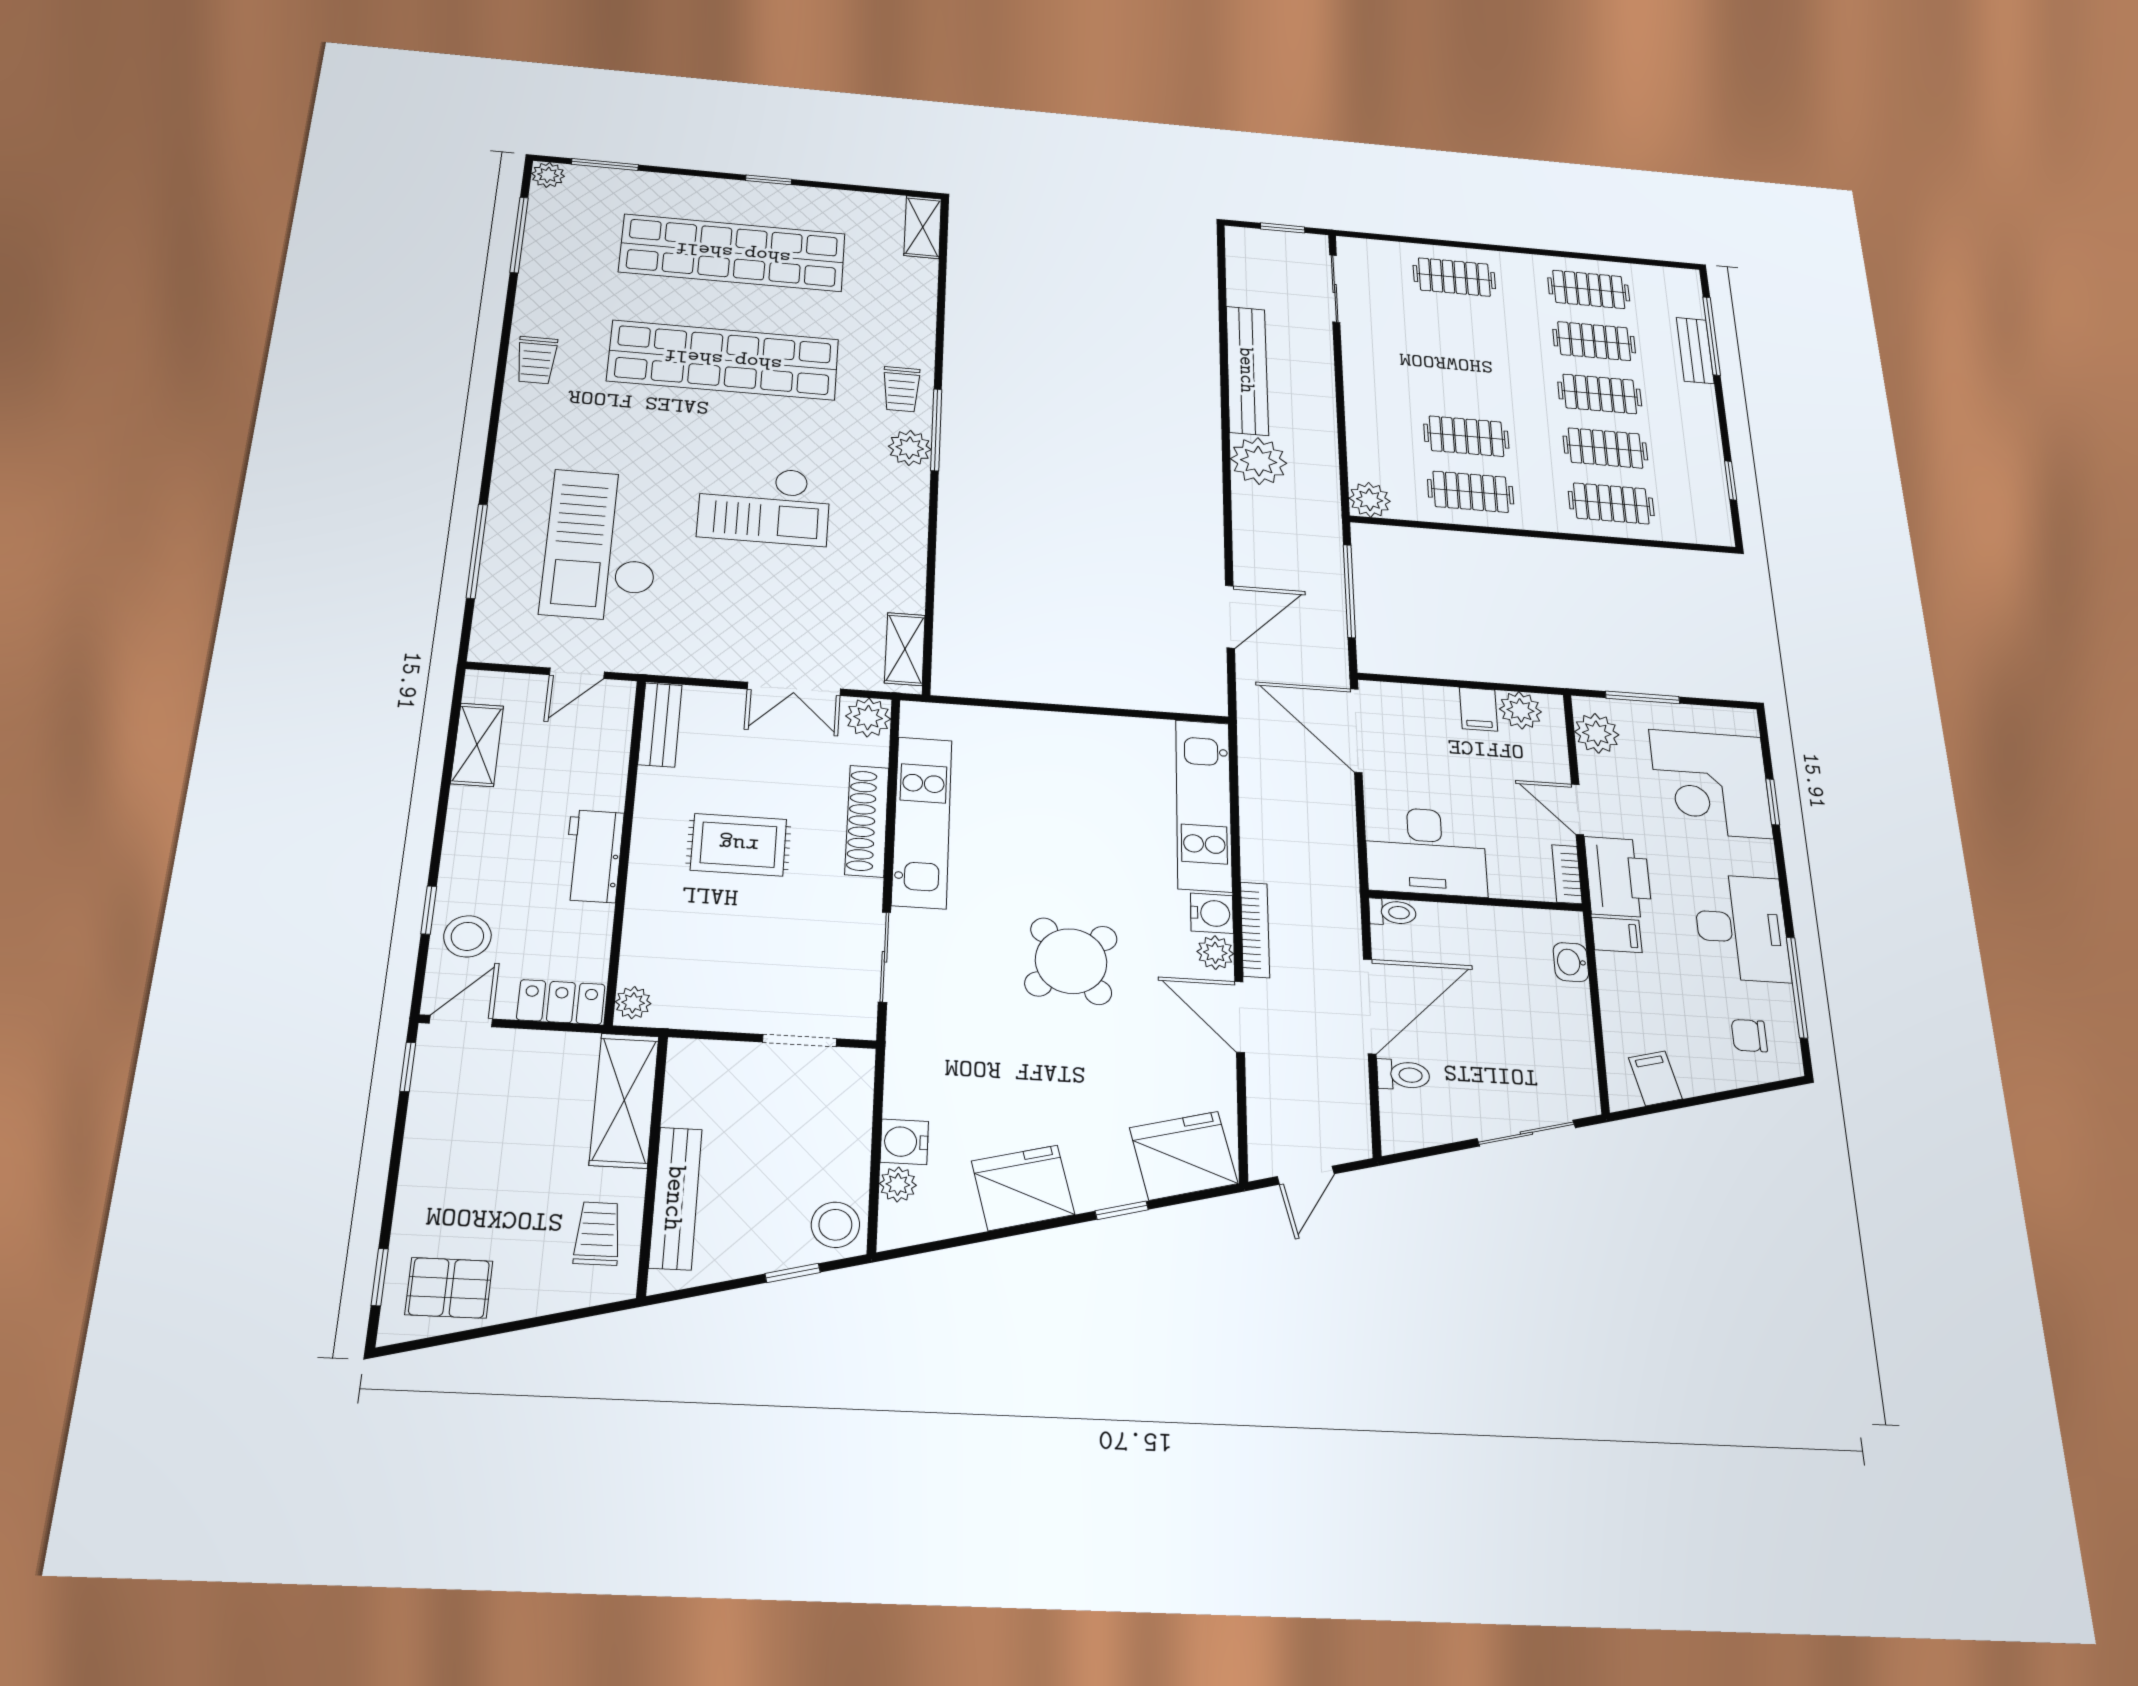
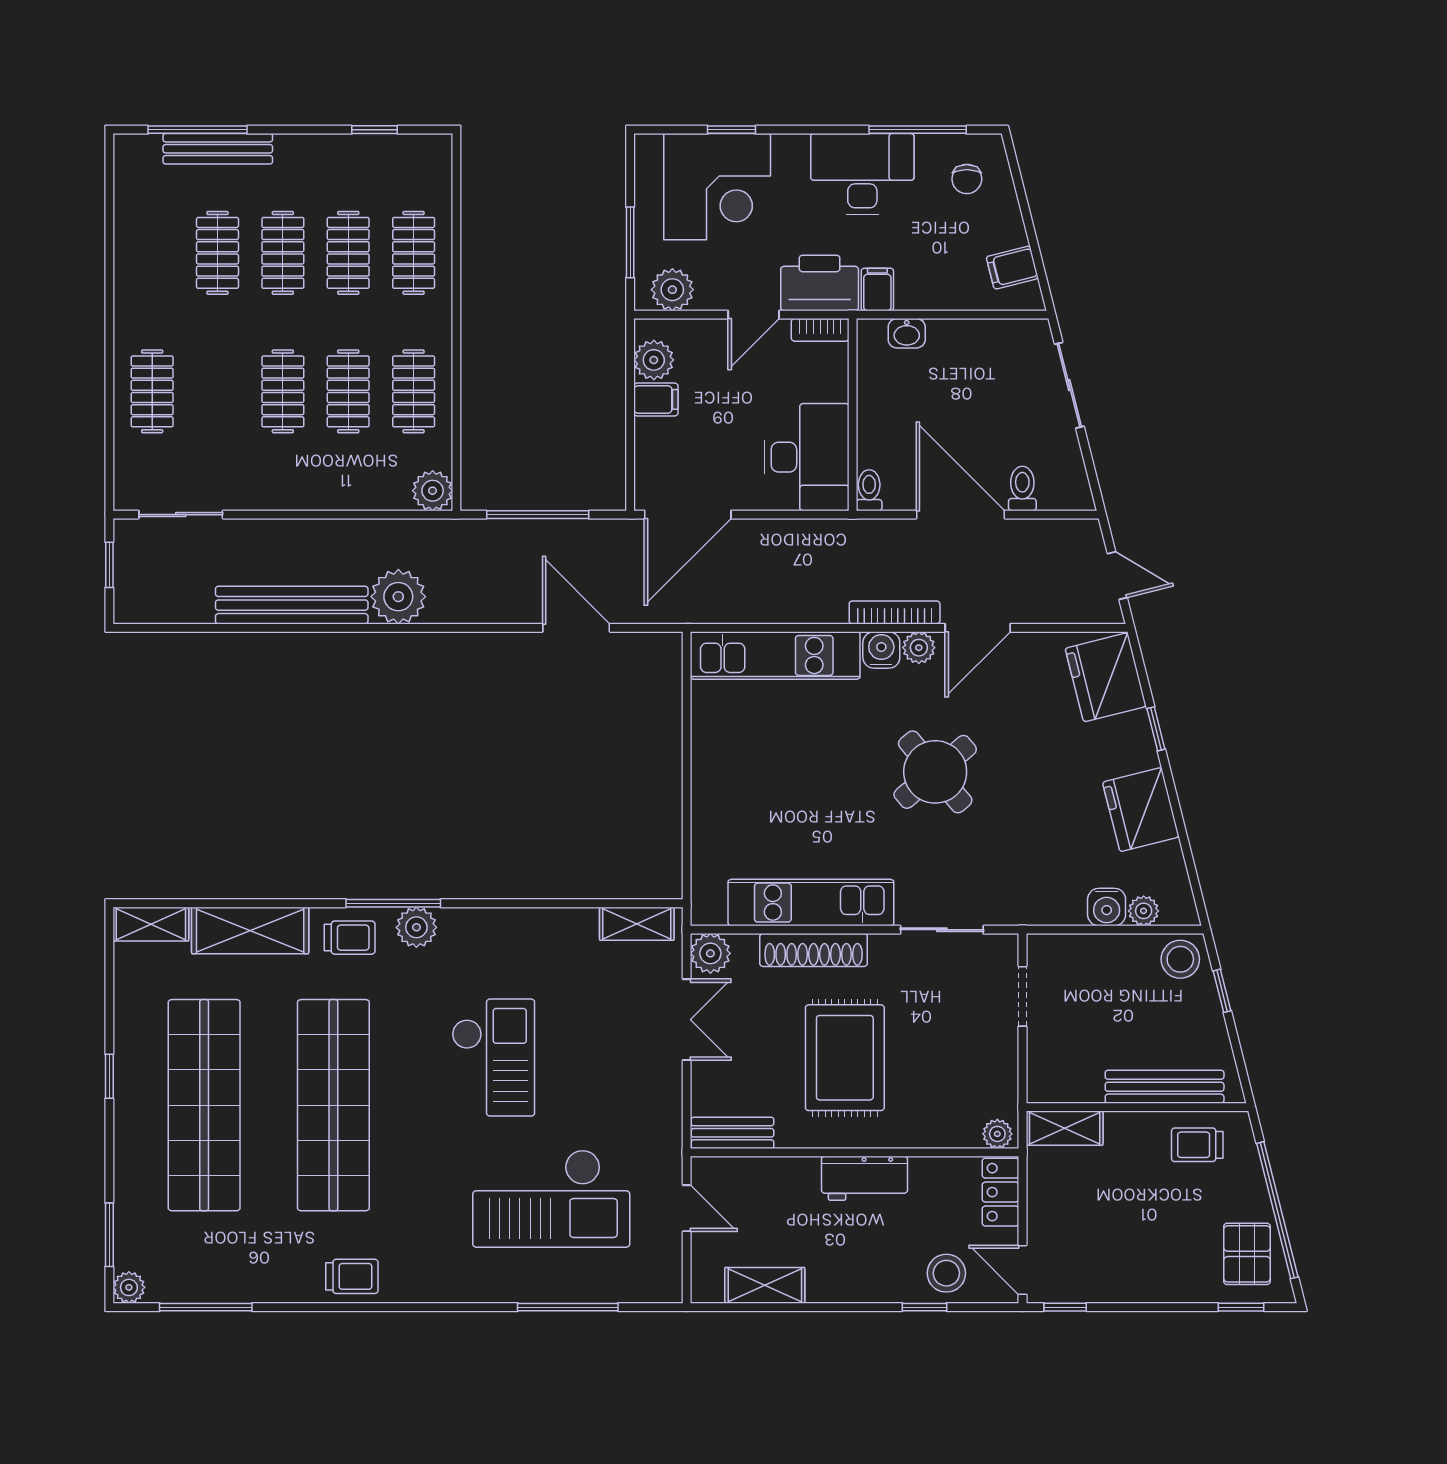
clothes rail: (1589, 289) -> (283, 391), moved
shelving: (913, 307) -> (250, 930), added
bench: (1695, 350) -> (218, 149), width x1.36
rug: (739, 845) -> (845, 1058), width x1.36, depth x1.43
shelving: (624, 1100) -> (1065, 1128), width x0.67, depth x0.75
window: (502, 1328) -> (1277, 1210), added

